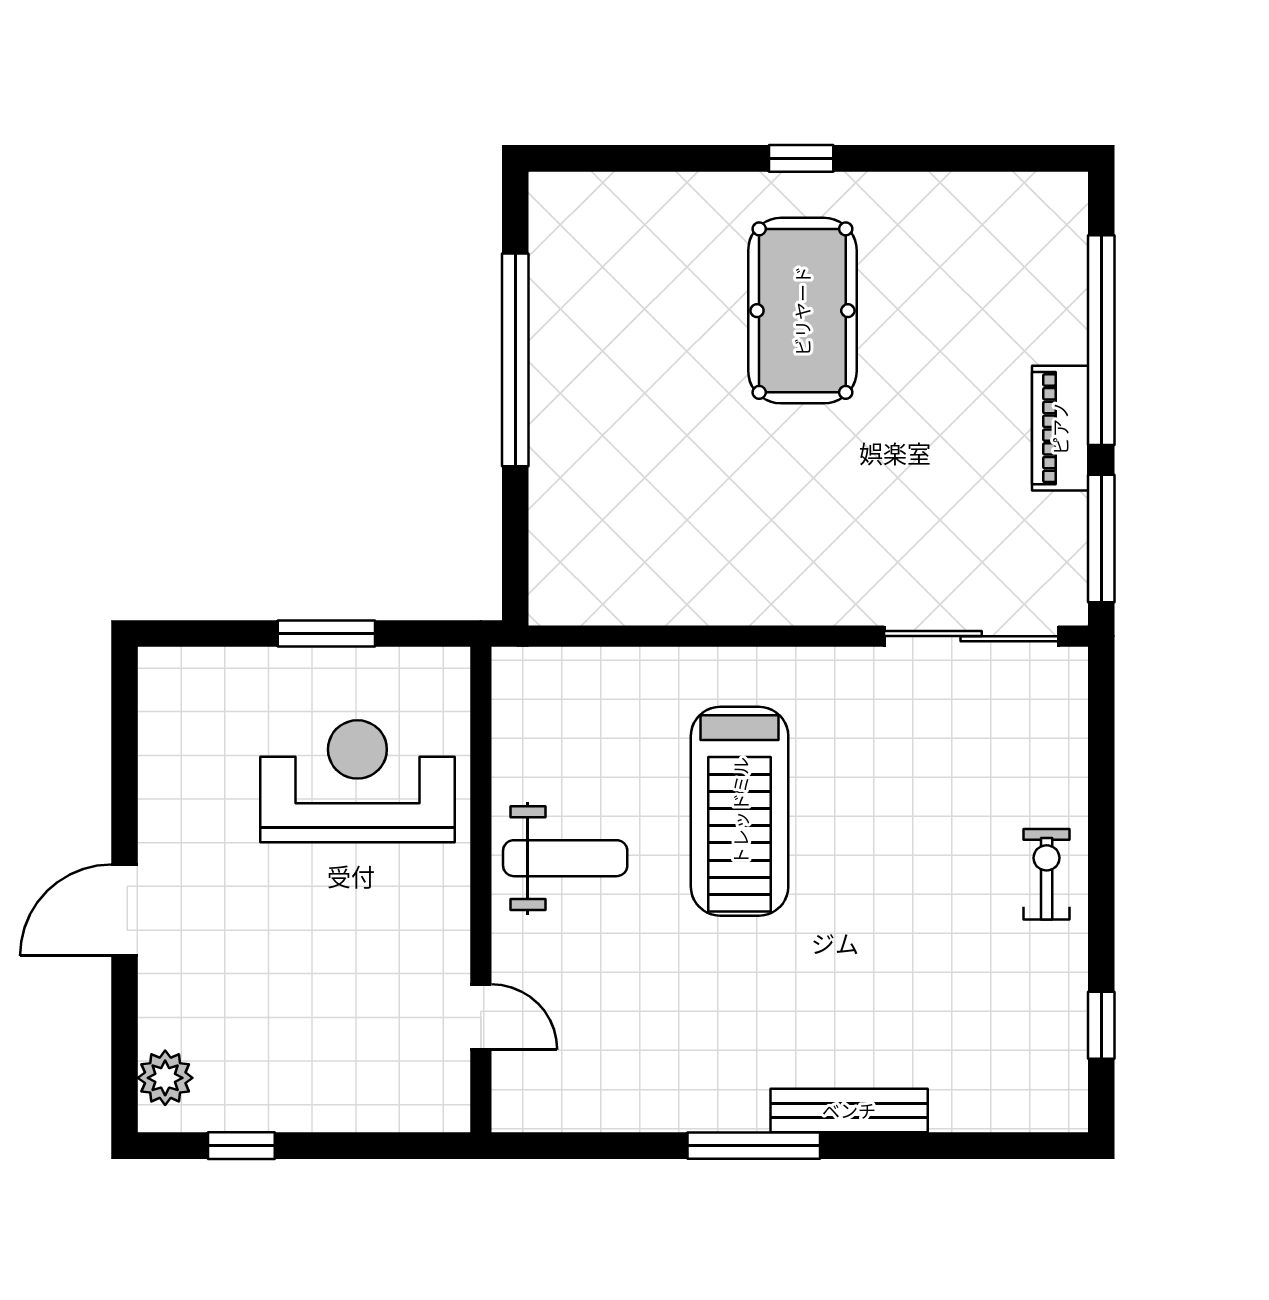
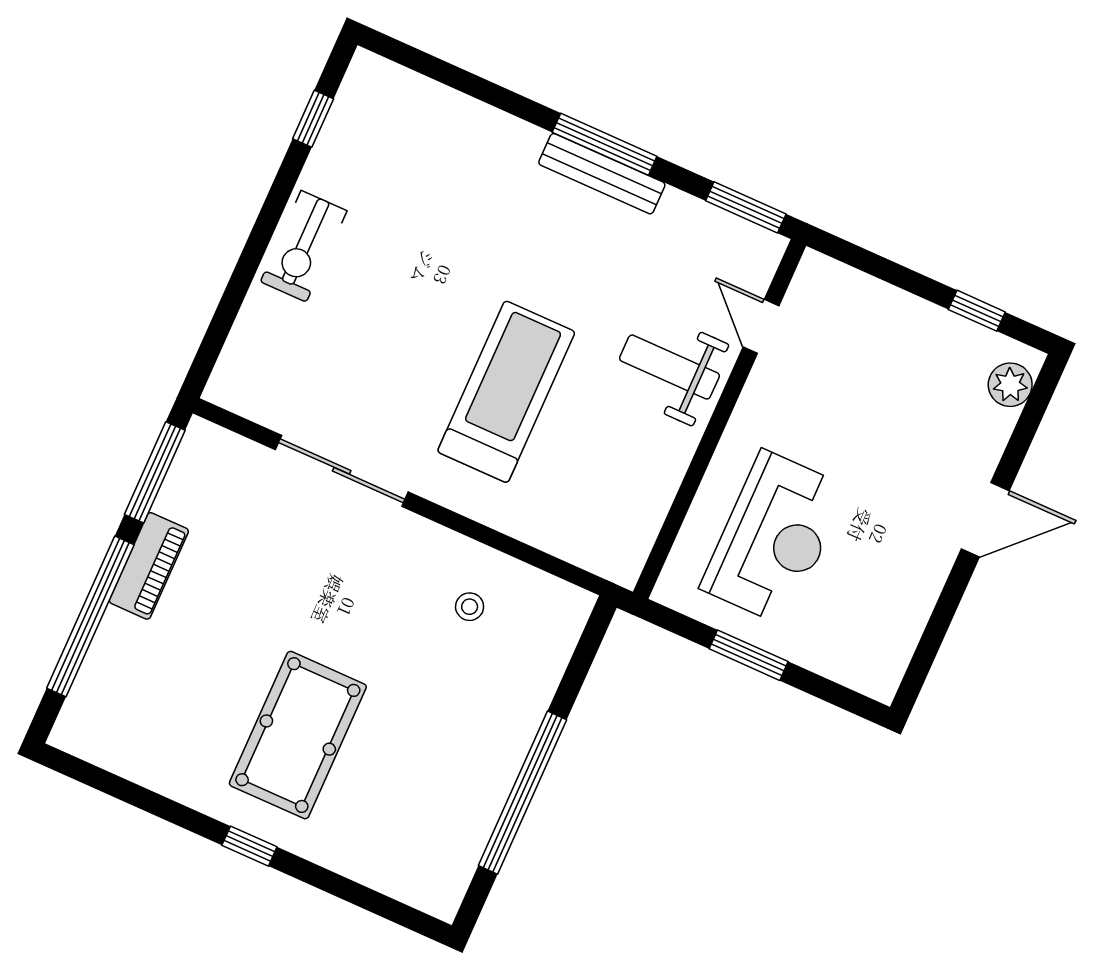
stool: (671, 546) -> (470, 607), added
sliding door: (971, 636) -> (342, 471), moved
reception desk: (357, 781) -> (774, 538), turned -90
weight bench: (565, 858) -> (669, 367), moved
exercise bike: (1047, 874) -> (304, 246), width x1.38, depth x1.39
bench: (849, 1110) -> (602, 174), moved
window: (559, 1146) -> (746, 207), added

